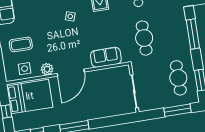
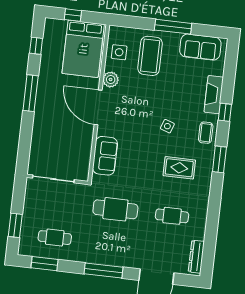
coffee table: (21, 44) -> (150, 56), width x1.36, depth x1.32
cafe table: (178, 78) -> (55, 238), width x0.73, depth x0.74
window: (177, 110) -> (15, 225), width x0.69

